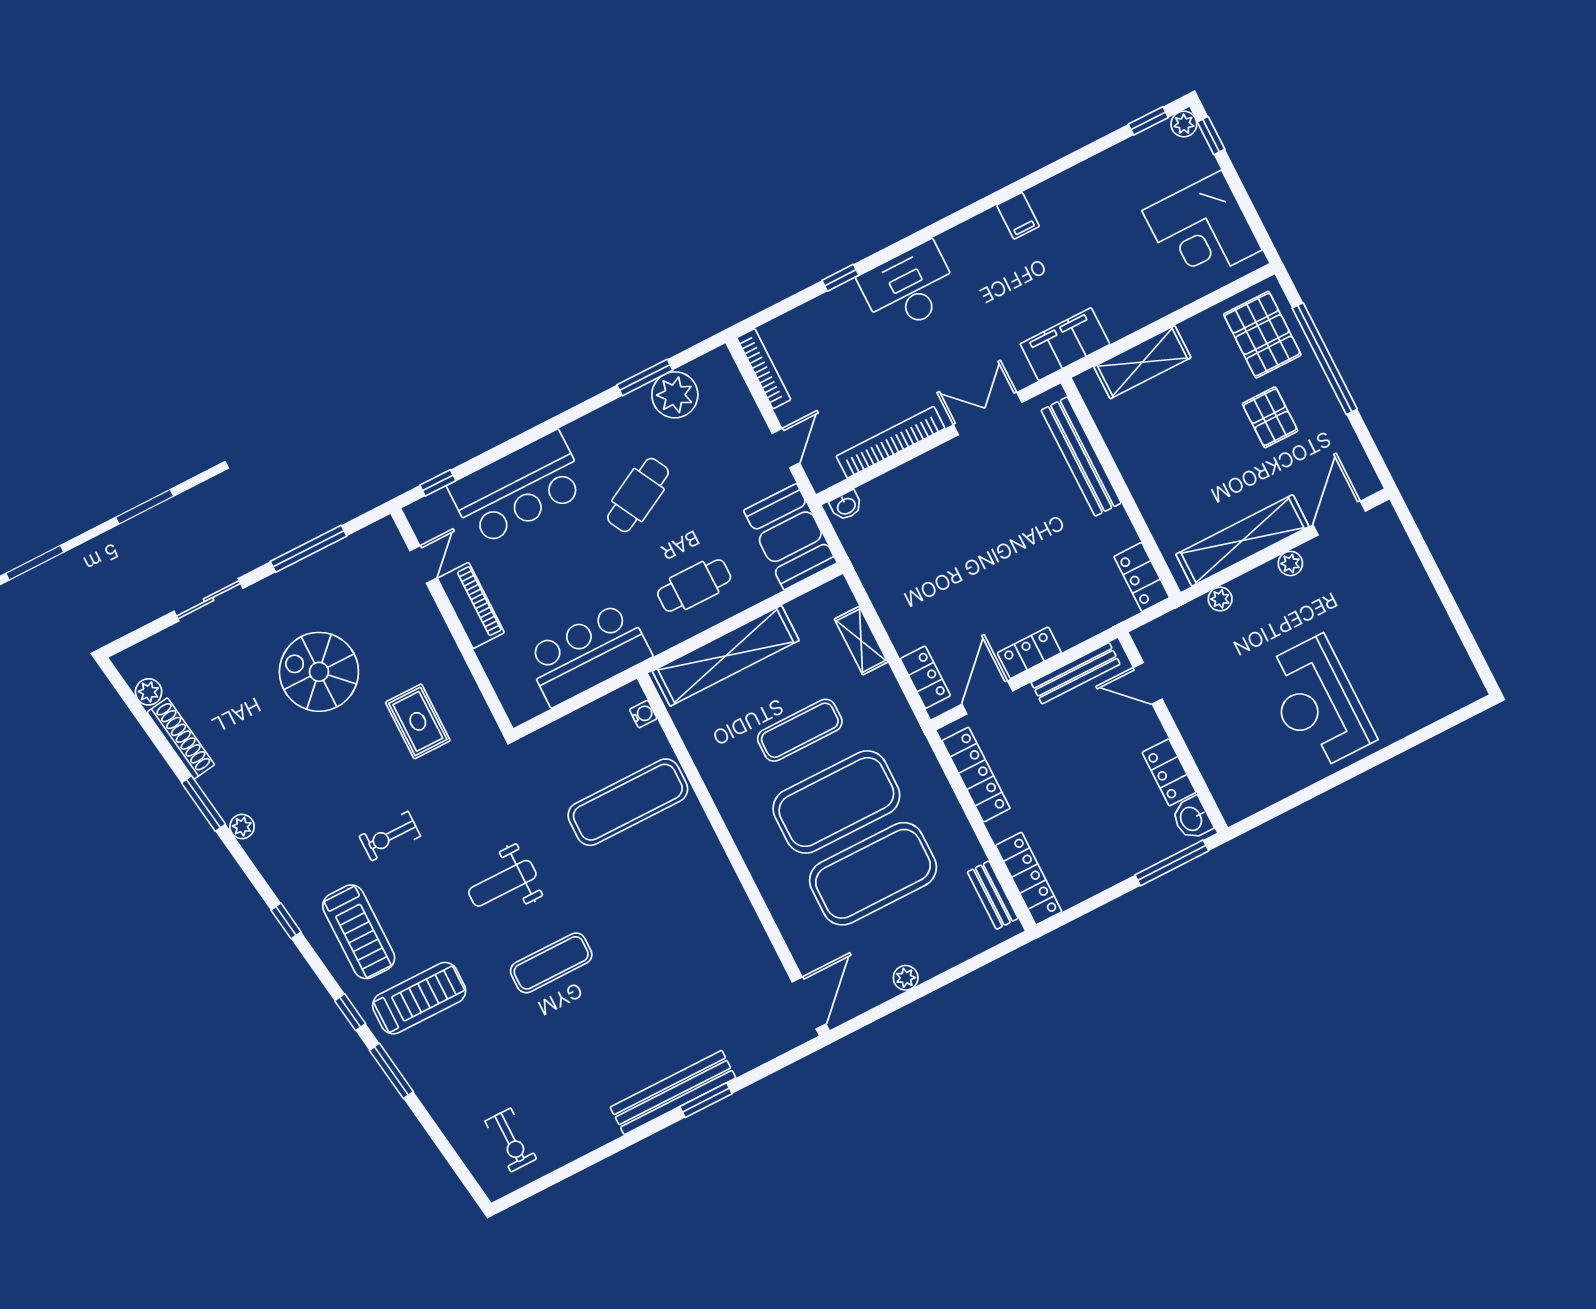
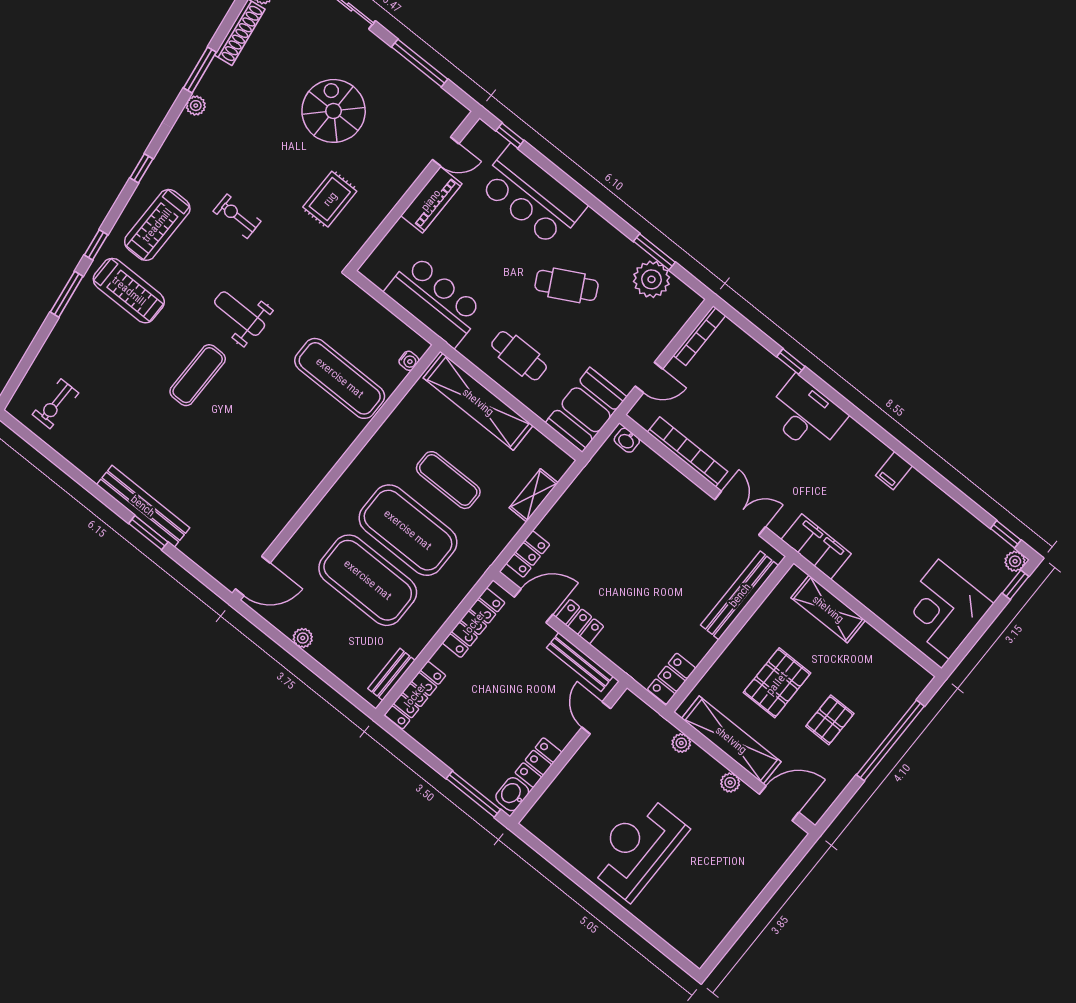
pallet: (1262, 335) -> (777, 683), moved
exercise mat: (551, 963) -> (198, 375), turned 90

